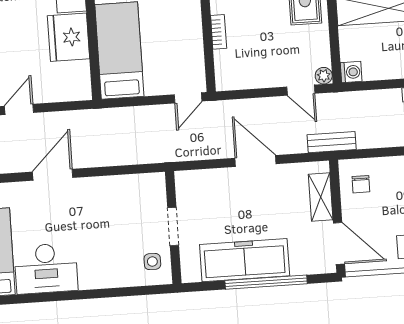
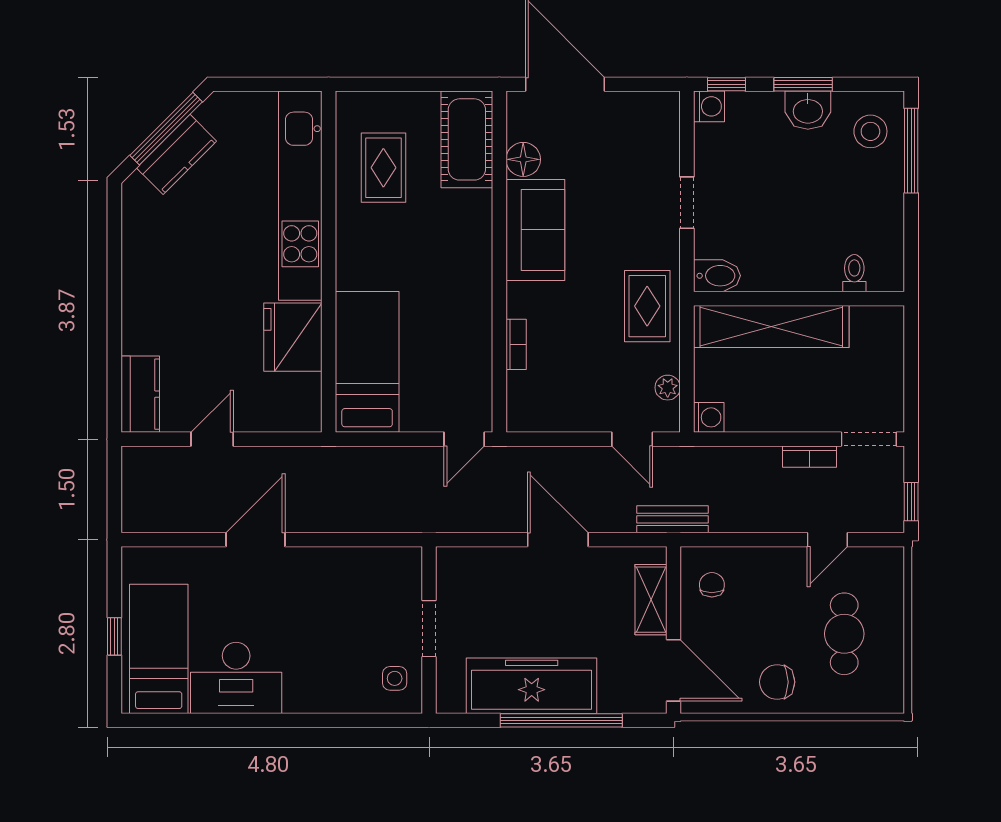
plant: (324, 76) -> (668, 388), moved
chair: (361, 184) -> (712, 585), turned 180

